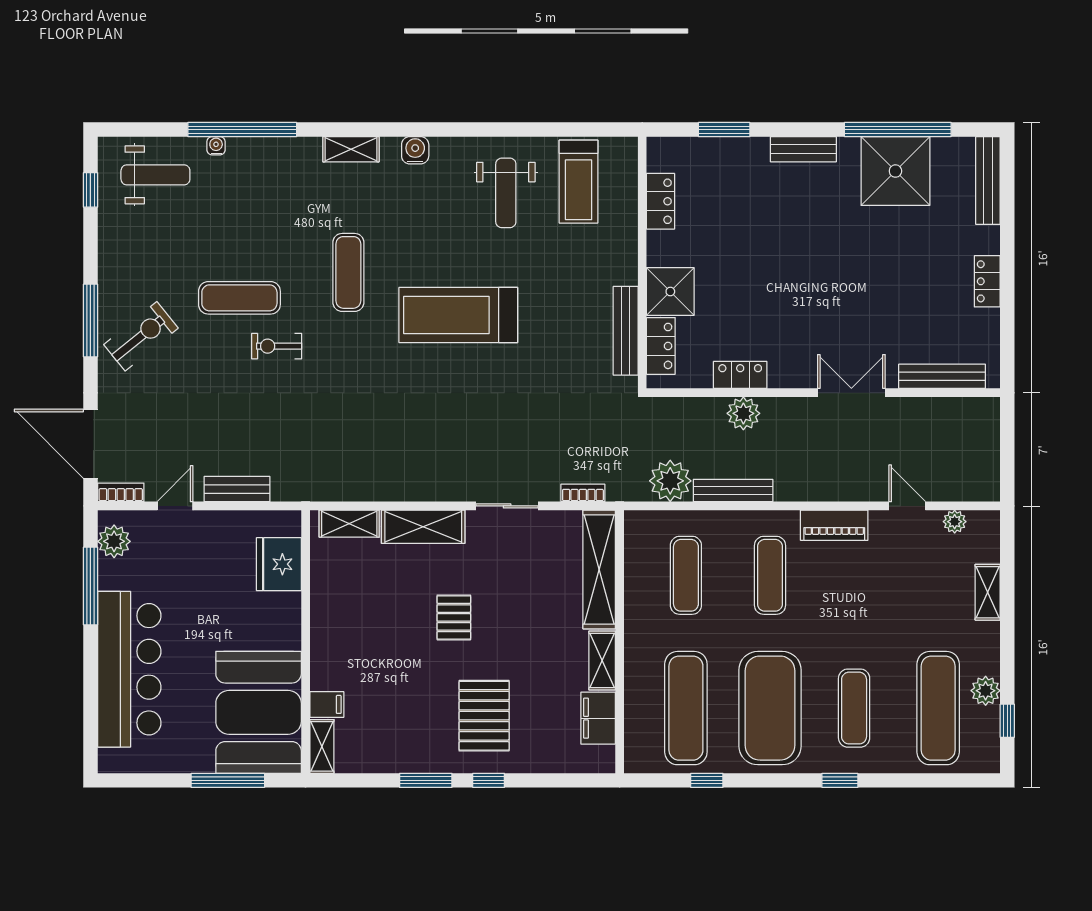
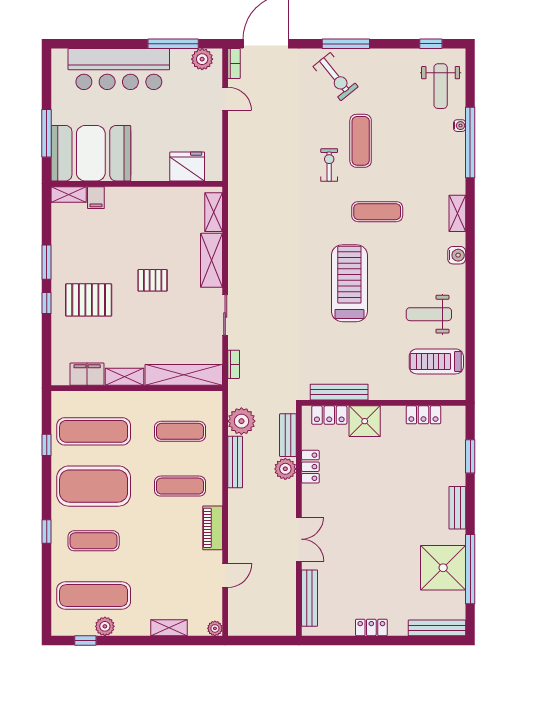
bench: (237, 489) -> (288, 435), moved
plant: (955, 522) -> (215, 628), moved

